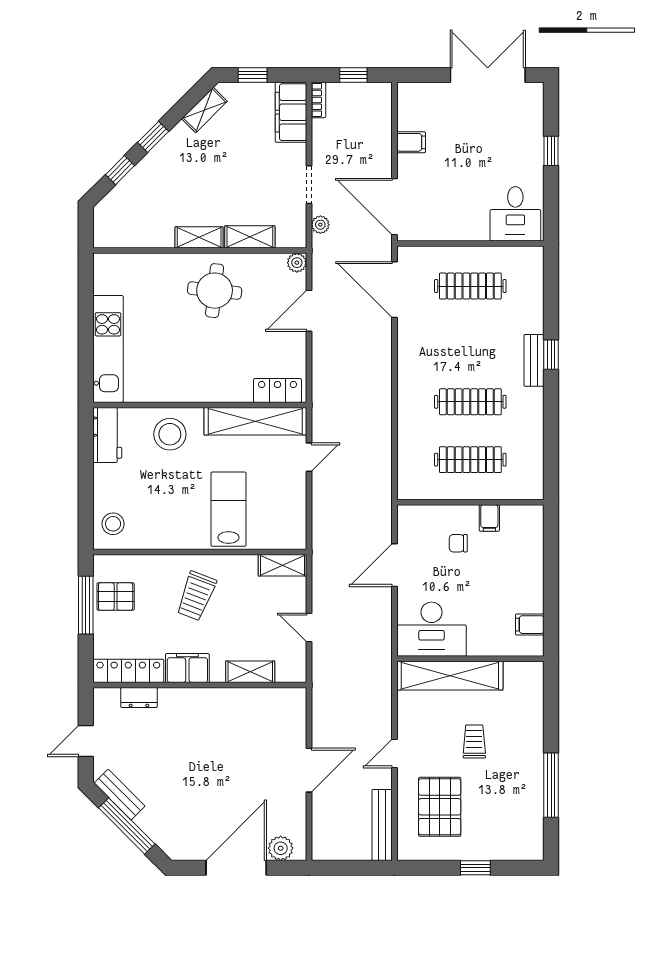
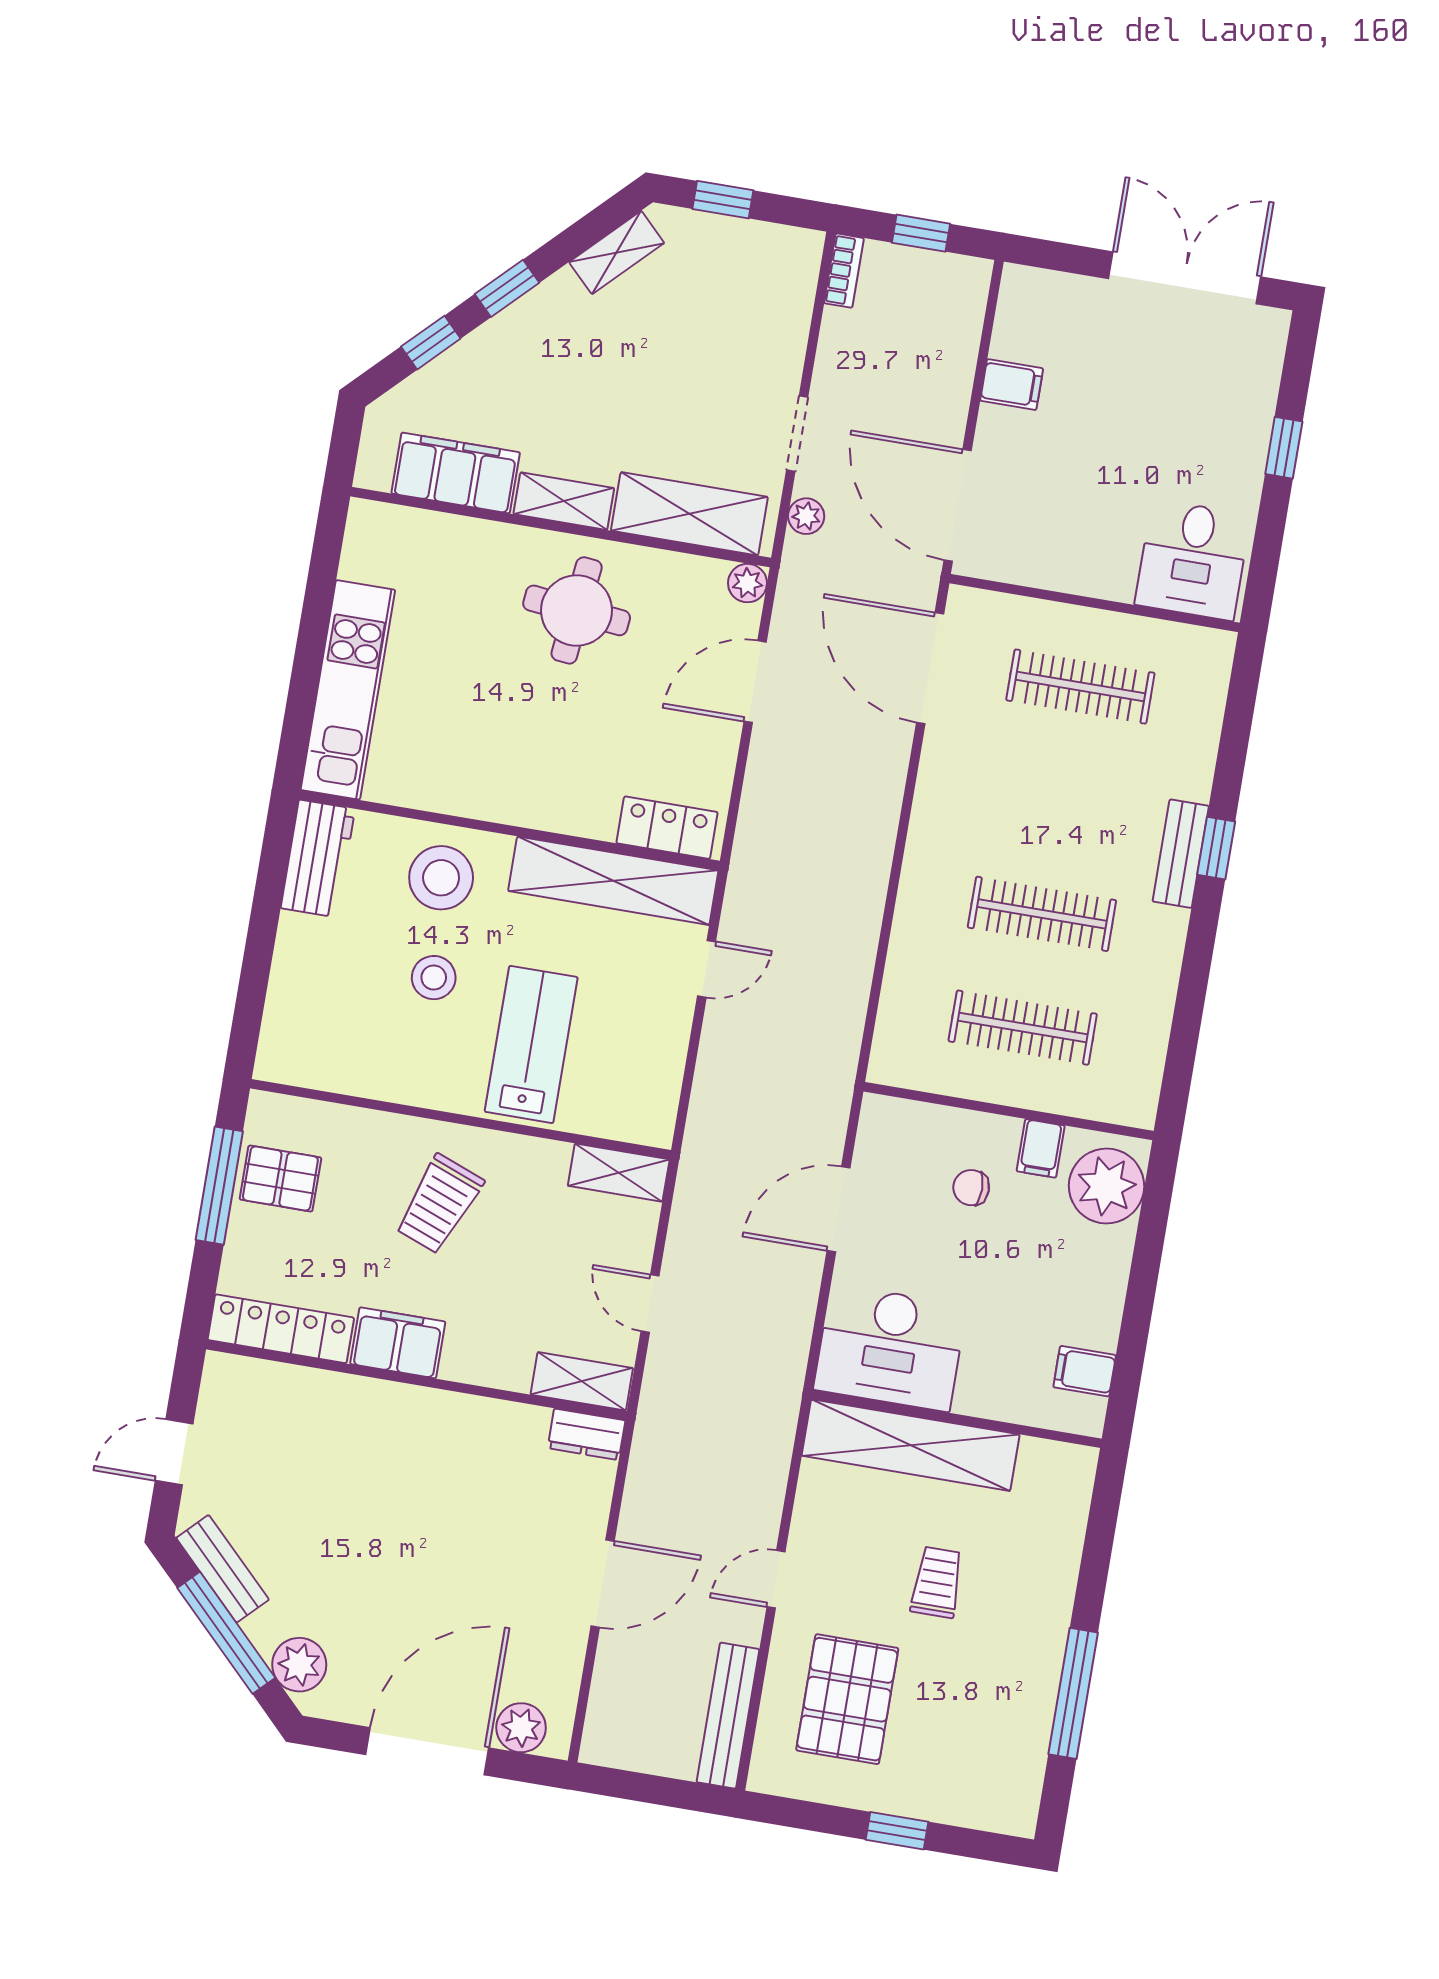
filing cabinet: (291, 112) -> (456, 473), moved, turned 90
shelving: (250, 237) -> (689, 514), width x1.50, depth x1.33
stool: (113, 524) -> (434, 978), moved
plant: (525, 531) -> (1106, 1186), added
shelving: (250, 672) -> (582, 1381), moved
dresser: (139, 698) -> (586, 1434), moved
plant: (166, 836) -> (299, 1665), added

